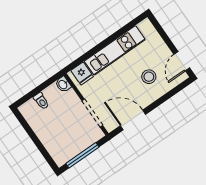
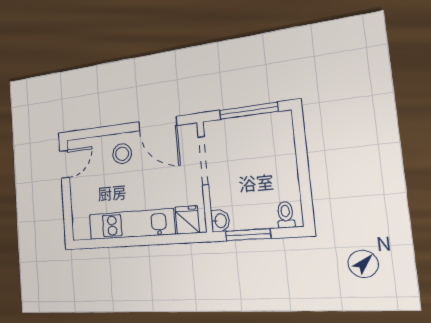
stool: (149, 77) -> (122, 154), moved
window: (43, 86) -> (248, 235), added
toilet: (41, 101) -> (286, 215), moved

